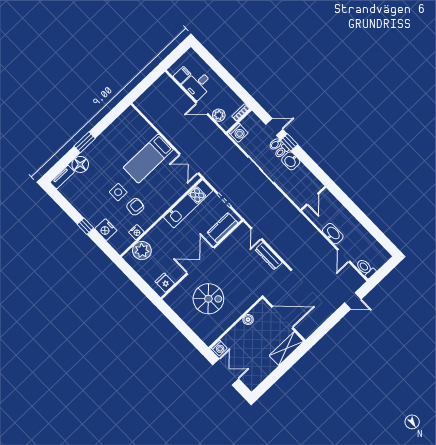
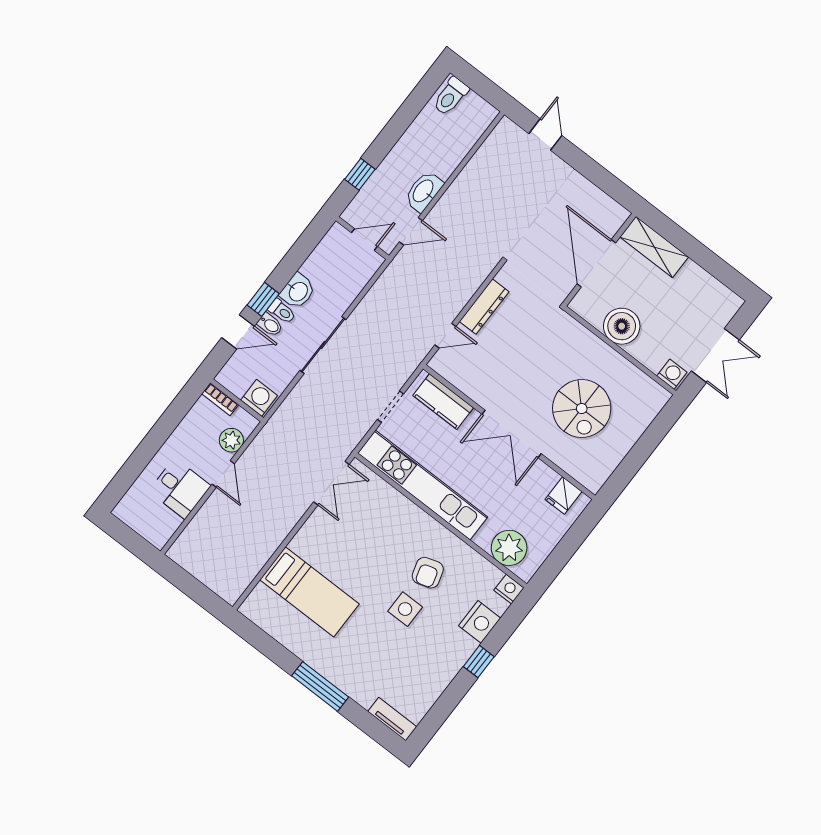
filing cabinet: (182, 75) -> (166, 521), removed
door: (274, 127) -> (238, 332), swing flipped
window: (85, 142) -> (320, 686), width x1.44
bed: (148, 159) -> (309, 592), moved
floor lamp: (80, 164) -> (363, 689), removed
window: (346, 202) -> (360, 174), added
kitchen unit: (188, 204) -> (423, 485), width x1.36
armchair: (135, 207) -> (428, 573), turned -112
nightstand: (136, 232) -> (509, 589), moved
door: (344, 256) -> (411, 231), moved
toilet: (366, 268) -> (451, 96), moved
spiral stairs: (208, 299) -> (582, 408), turned 180
boiler: (248, 319) -> (622, 326), width x1.86, depth x1.86
double door: (226, 372) -> (715, 355), swing flipped

